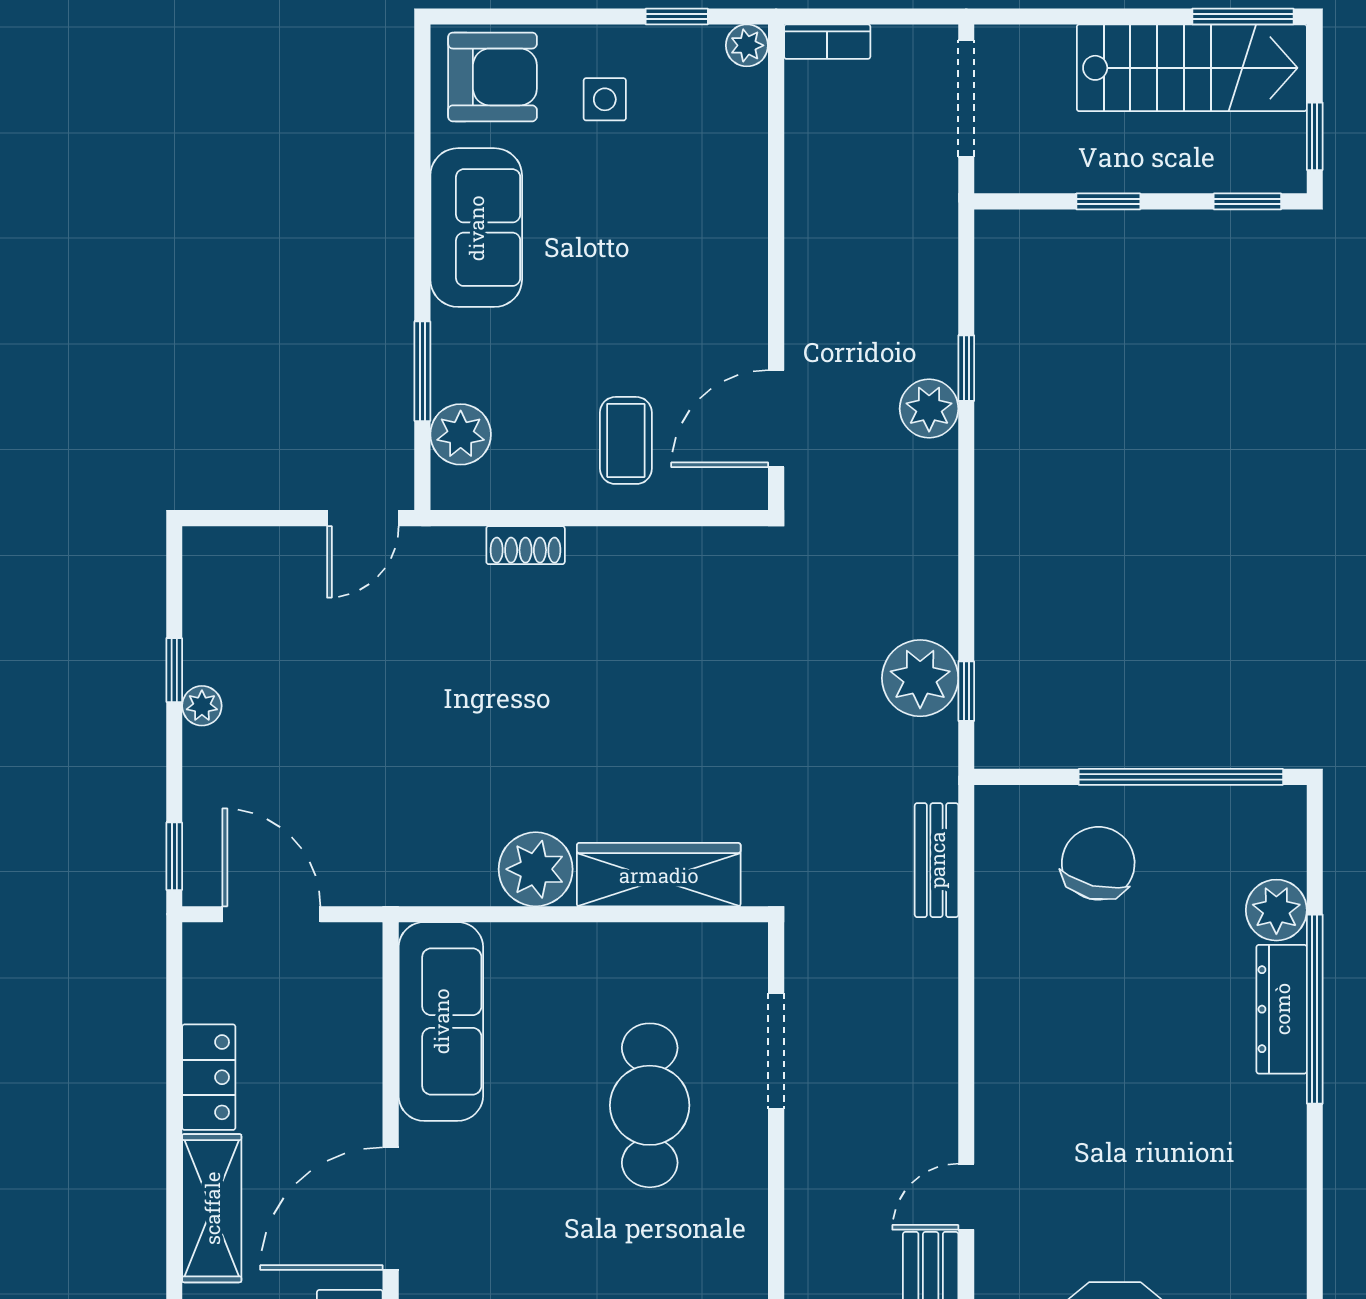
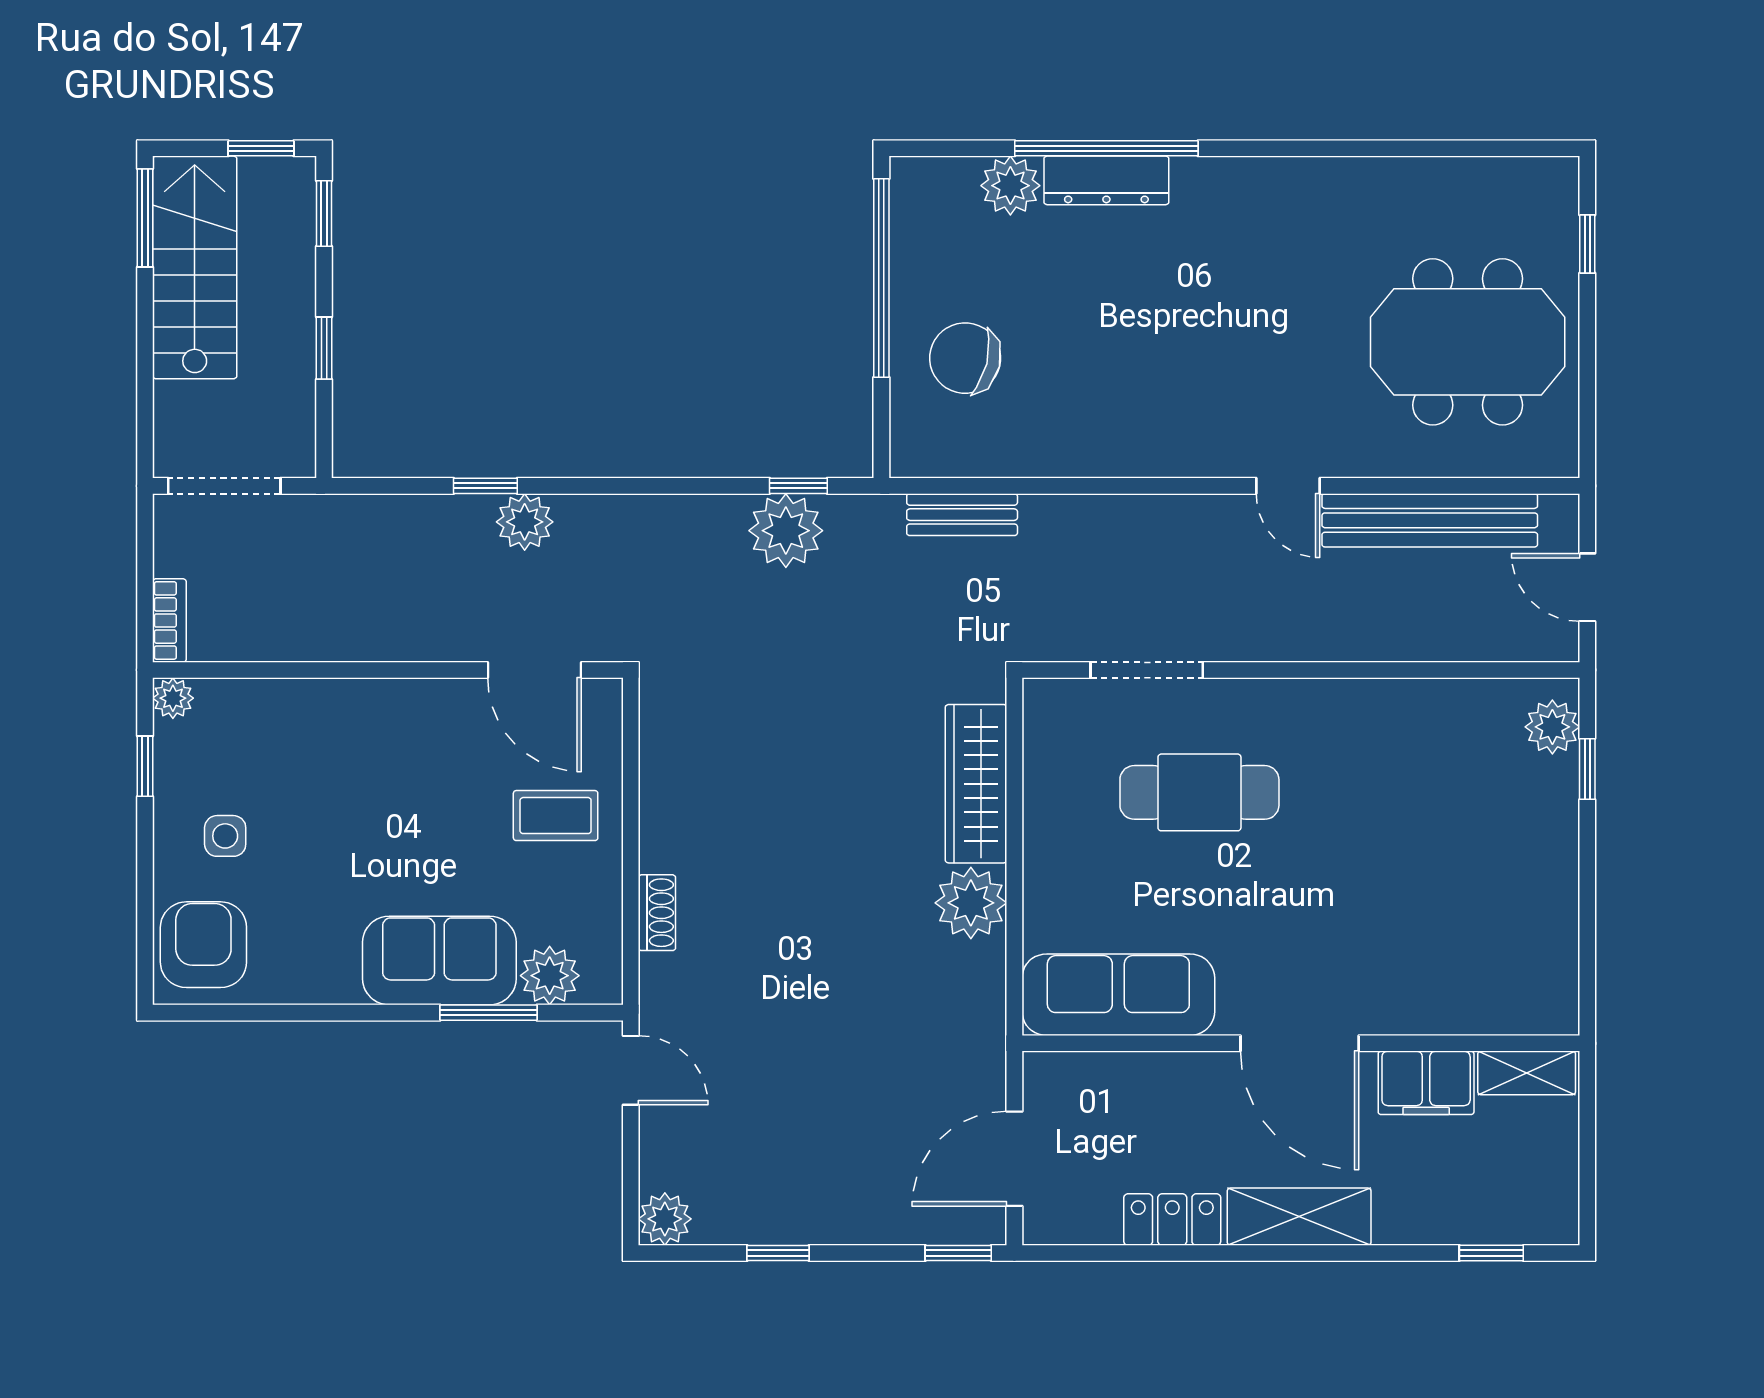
sofa: (476, 228) -> (439, 961), moved
plant: (202, 706) -> (665, 1219), moved, width x1.38, depth x1.38

